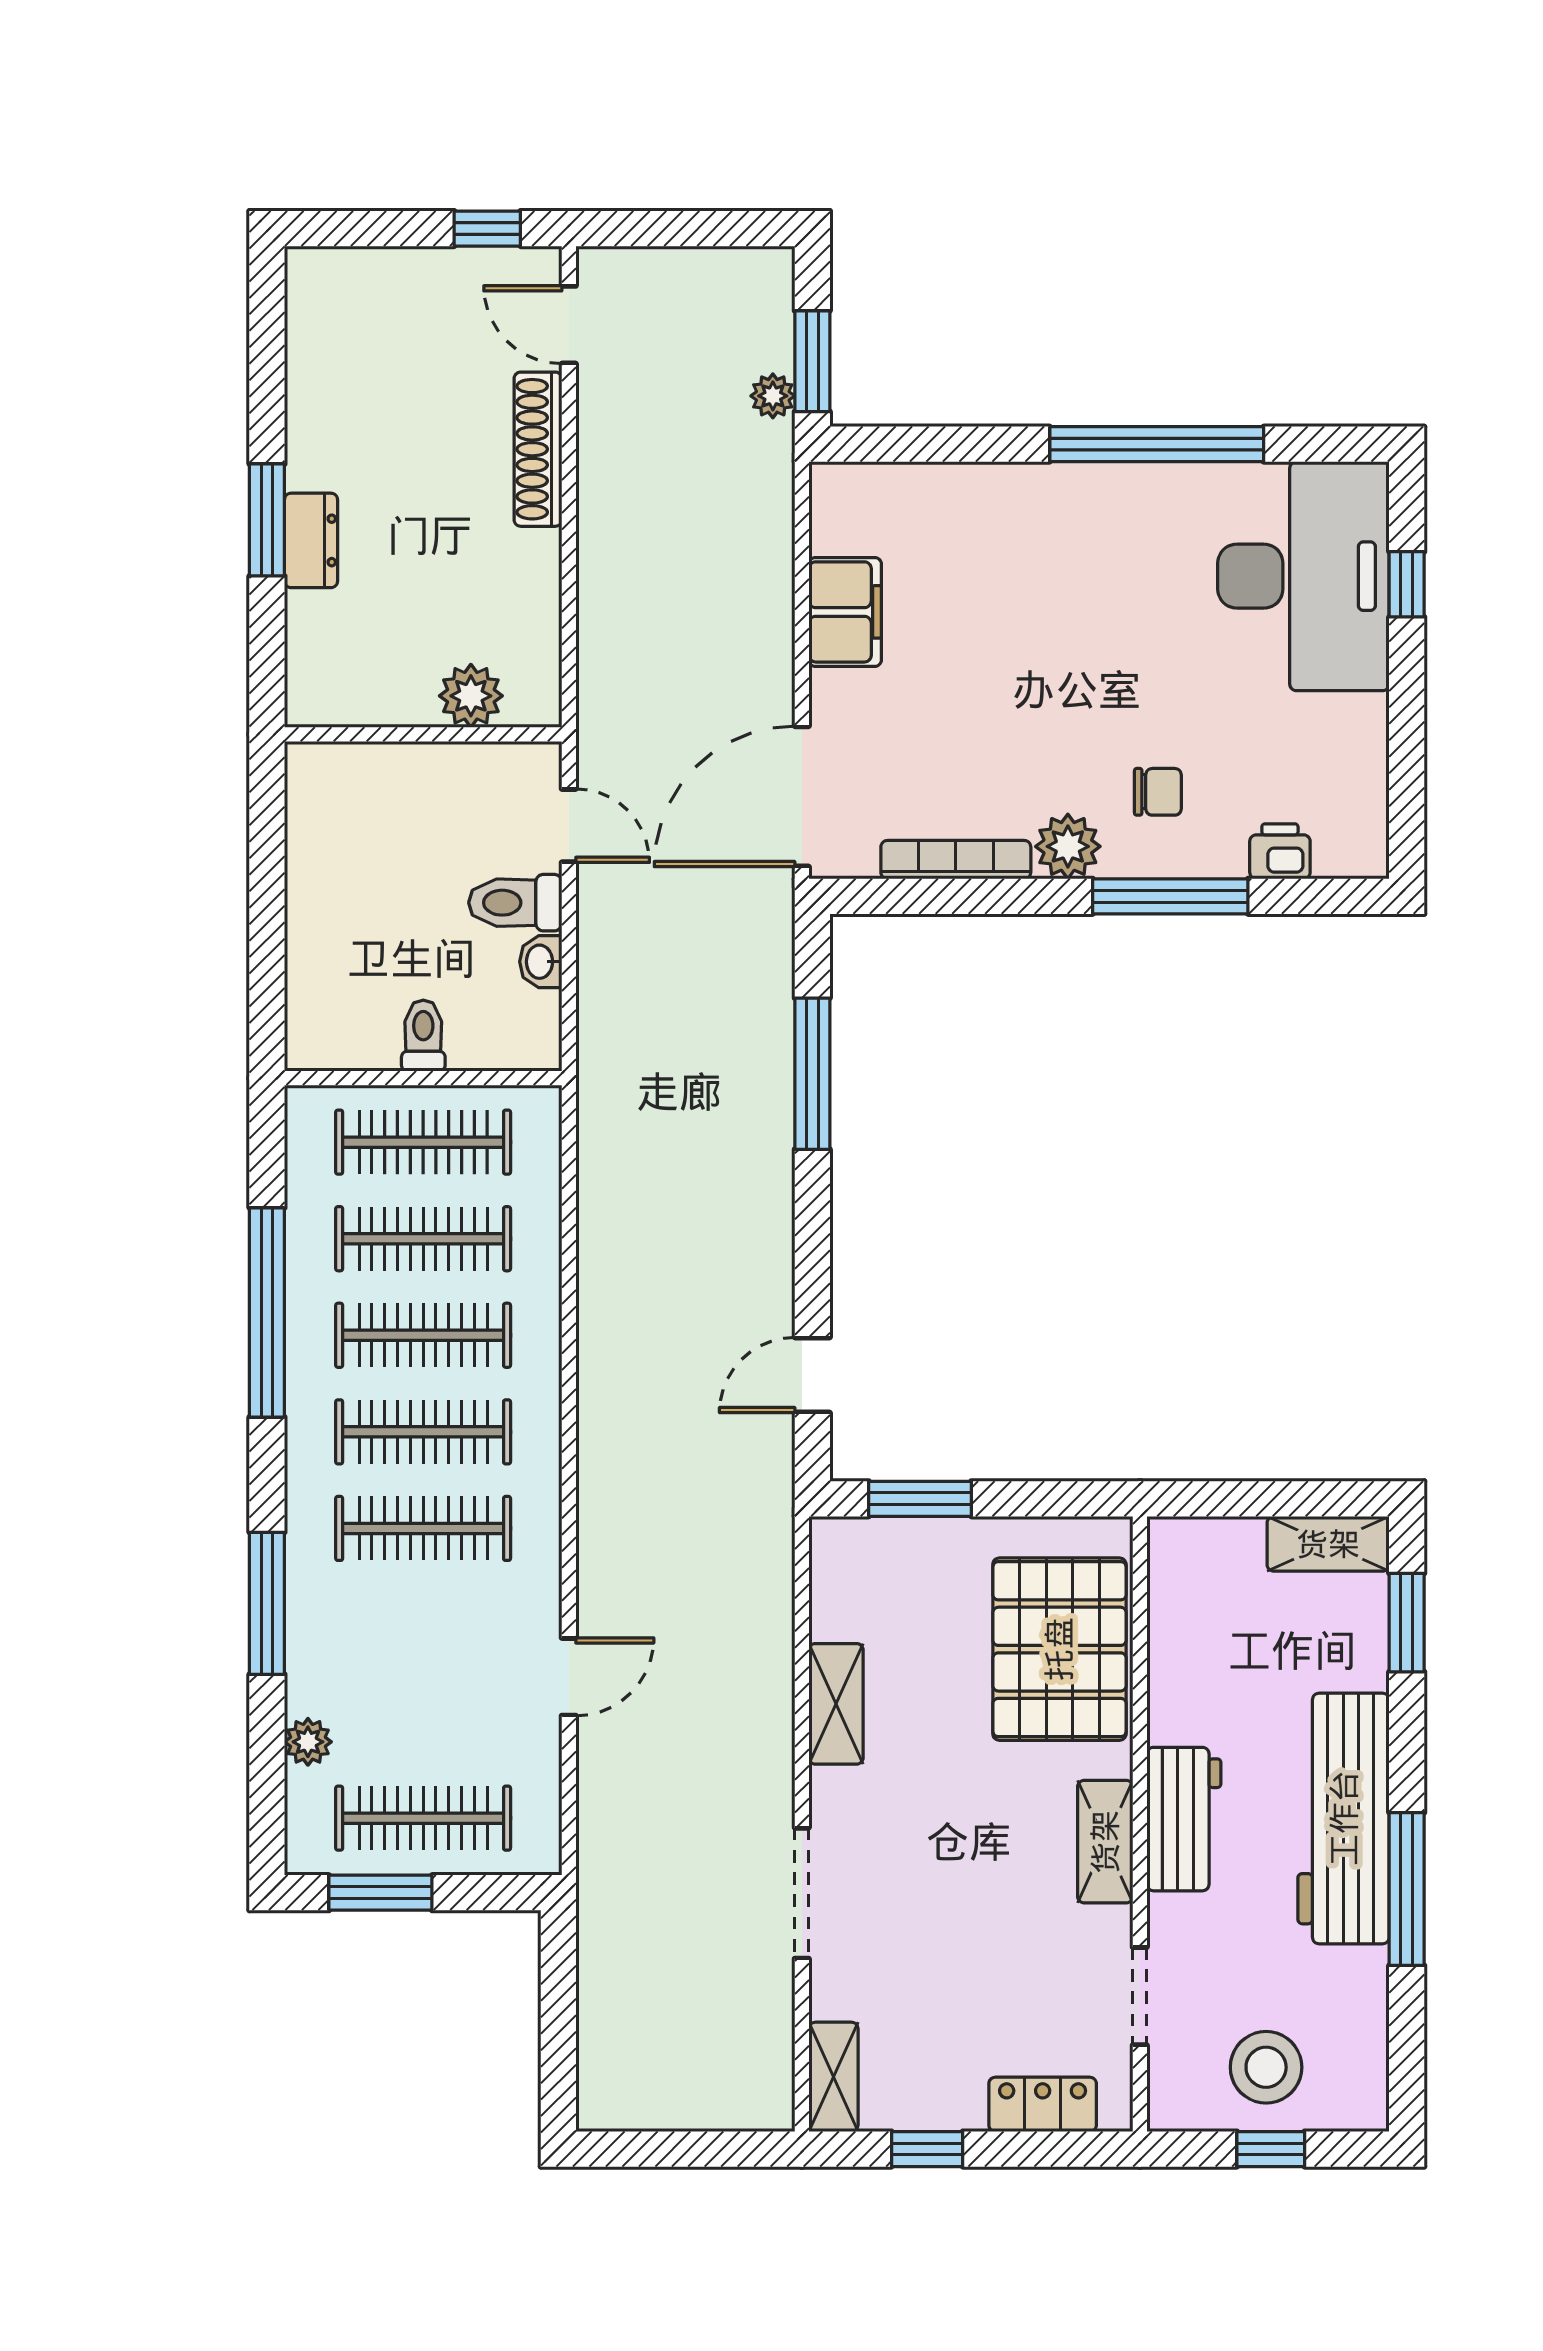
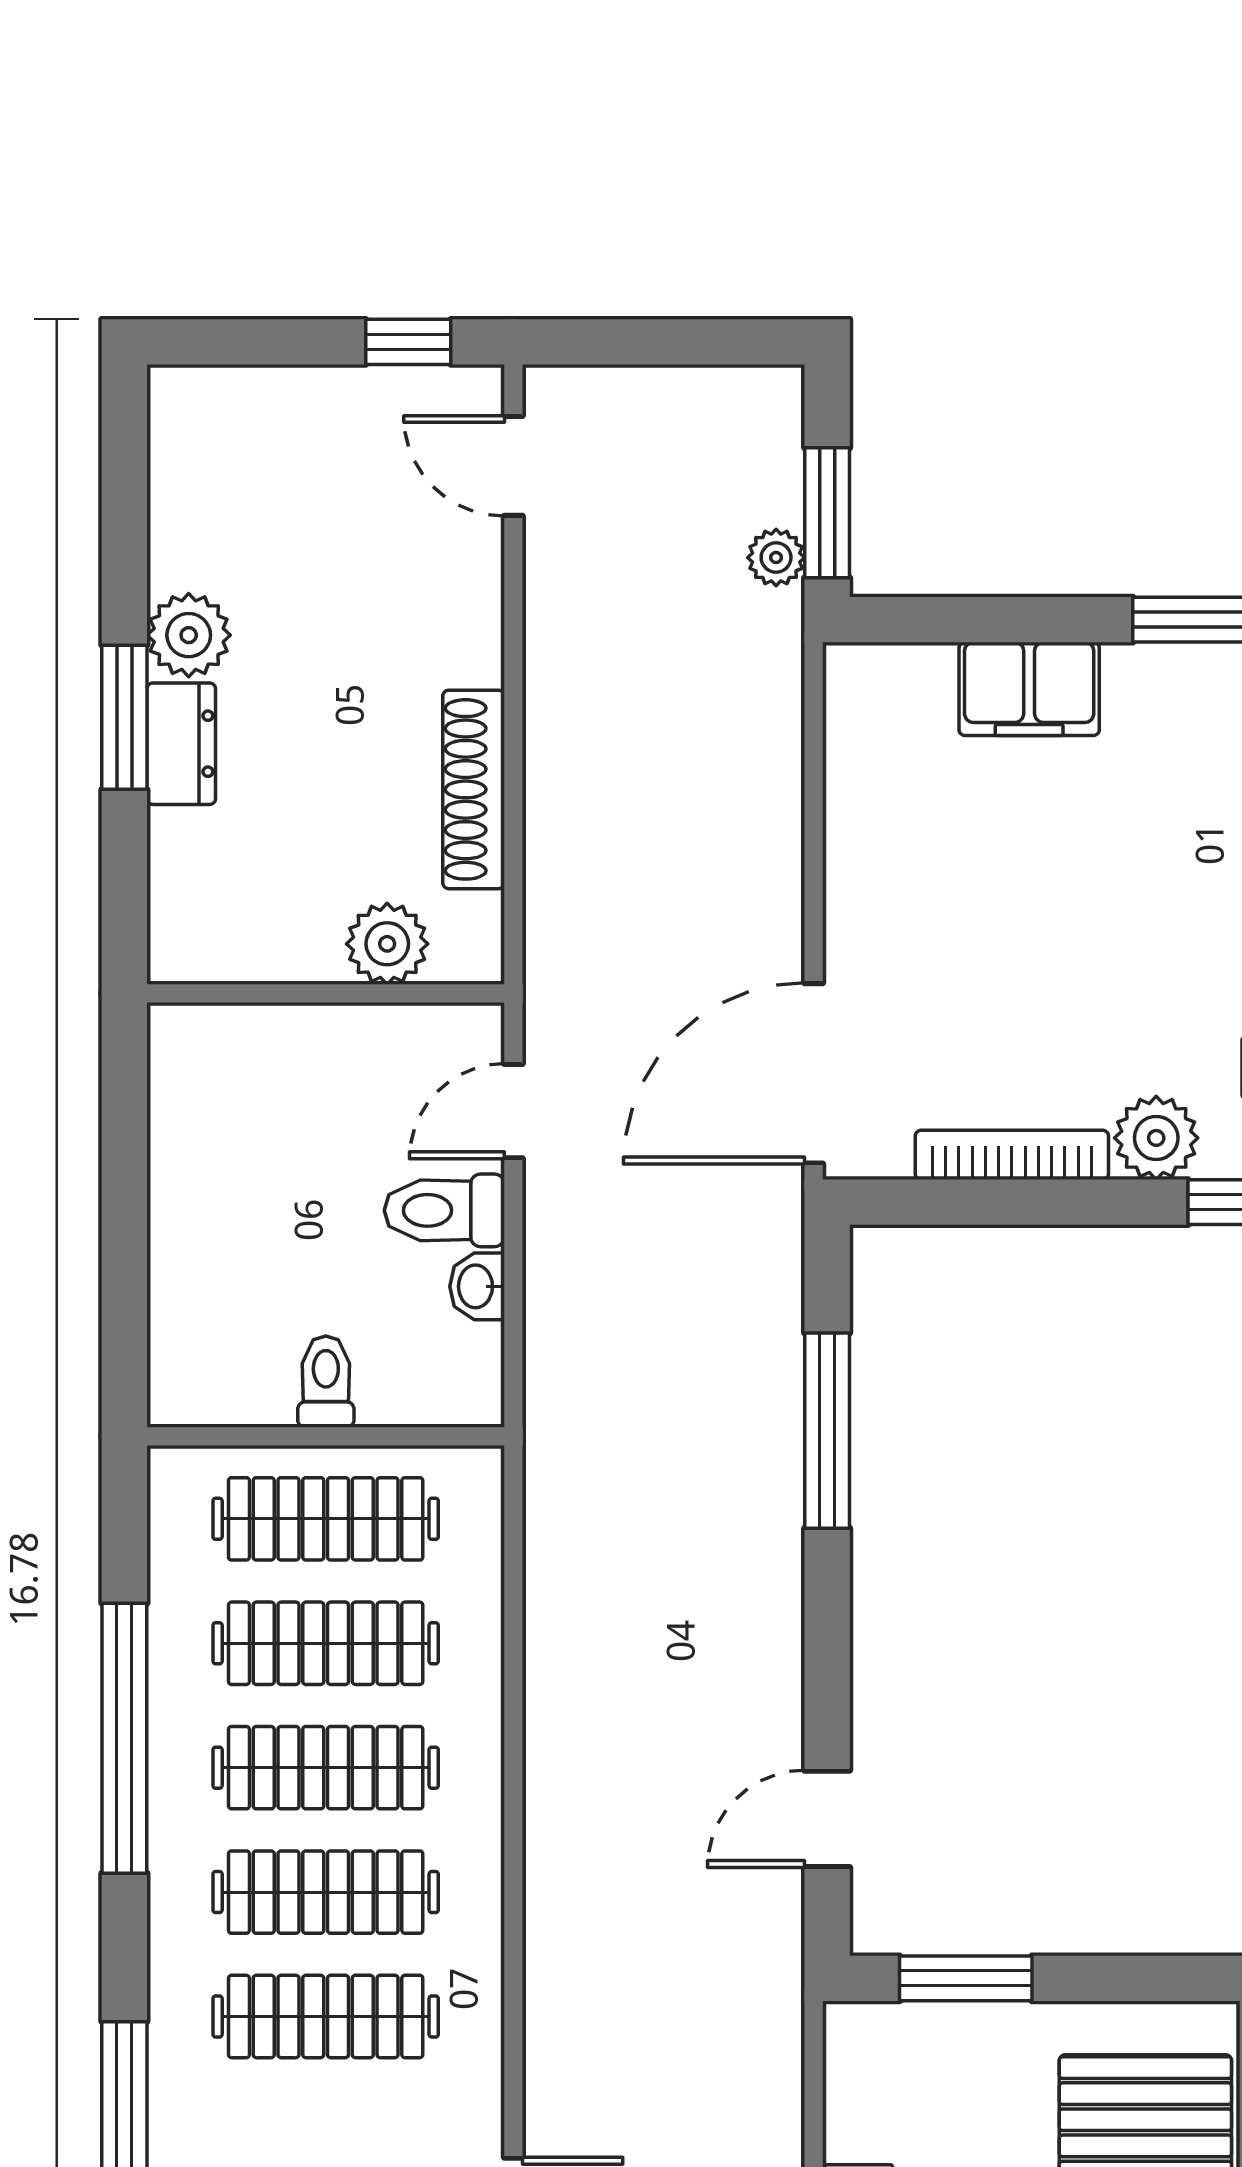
shoe rack: (538, 449) -> (474, 789), moved
plant: (317, 456) -> (189, 635), added
filing cabinet: (845, 612) -> (1029, 689), moved, turned 90
door: (569, 826) -> (513, 1111), swing flipped

